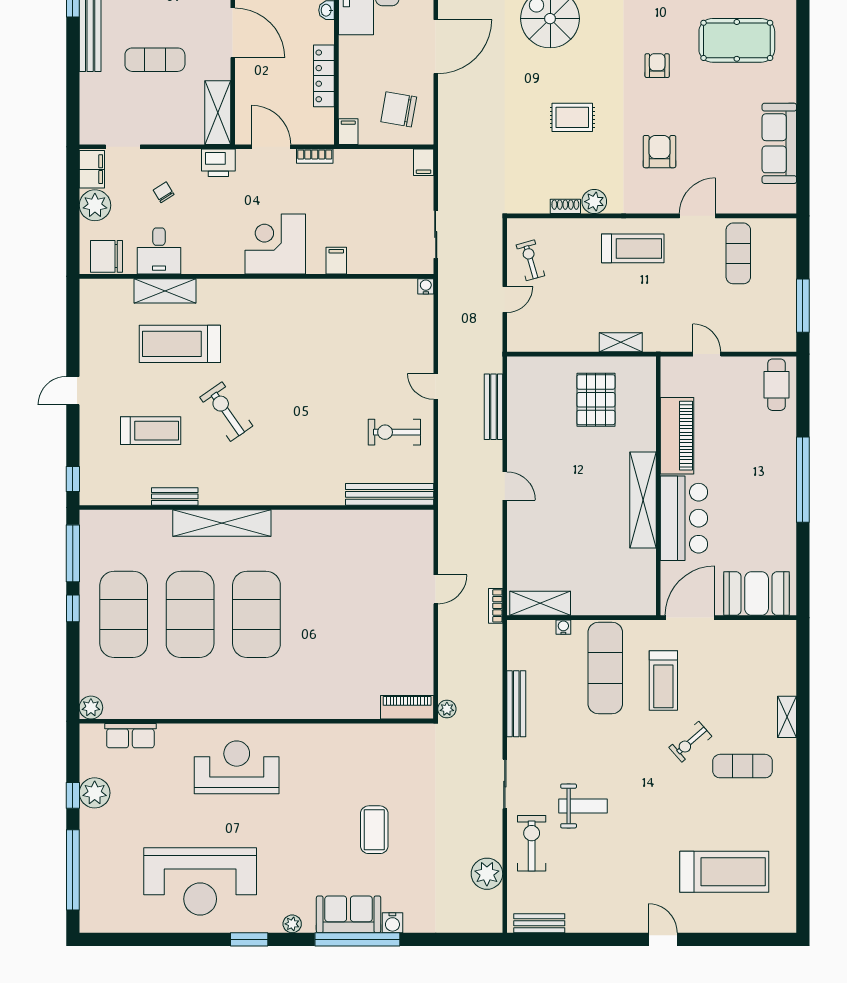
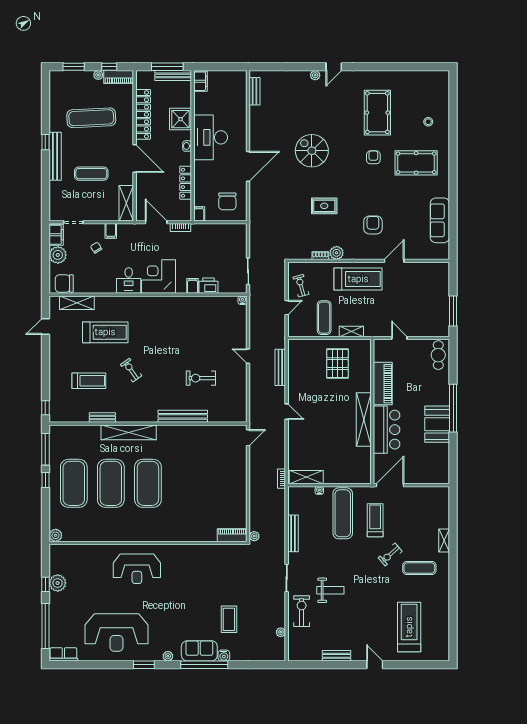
armchair: (657, 66) -> (373, 157), moved
chair: (399, 109) -> (227, 201), turned -100
filing cabinet: (424, 162) -> (111, 231), moved
printer: (218, 163) -> (209, 286), moved, turned 180
treadmill: (633, 248) -> (358, 279), width x1.37, depth x1.38
desk: (159, 251) -> (129, 280), moved
exercise mat: (738, 253) -> (324, 318), moved
shelving: (165, 291) -> (77, 303), moved
treadmill: (180, 344) -> (105, 332), turned 180
door: (73, 391) -> (45, 326), moved
exercise bike: (226, 412) -> (131, 370), width x0.73, depth x0.72
exercise bike: (394, 432) -> (201, 378), moved
bench: (390, 494) -> (183, 416), moved
door: (436, 589) -> (248, 438), moved
booth: (757, 594) -> (437, 424), moved, turned 90
treadmill: (663, 680) -> (375, 520), turned 180
row of seats: (130, 736) -> (63, 654), moved, turned 180
reception desk: (237, 767) -> (137, 569), turned 180
coffee table: (374, 830) -> (229, 619), moved
treadmill: (724, 872) -> (409, 627), turned -90
plant: (487, 874) -> (281, 632), width x0.53, depth x0.53
bench: (539, 923) -> (337, 656), moved

